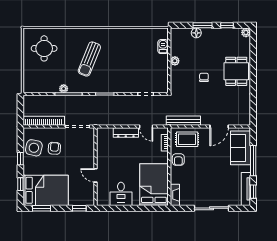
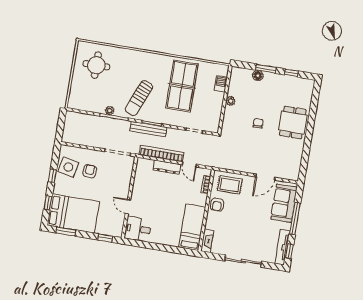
plant: (246, 32) -> (310, 84), removed
table tennis table: (127, 54) -> (182, 86), added
sun lounger: (89, 59) -> (139, 98), moved
bookcase: (44, 121) -> (161, 154), moved
bench: (183, 121) -> (148, 129), moved
bed: (154, 185) -> (192, 227), width x0.67
desk: (121, 194) -> (138, 229), moved, turned 90

